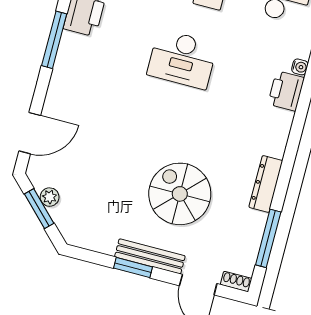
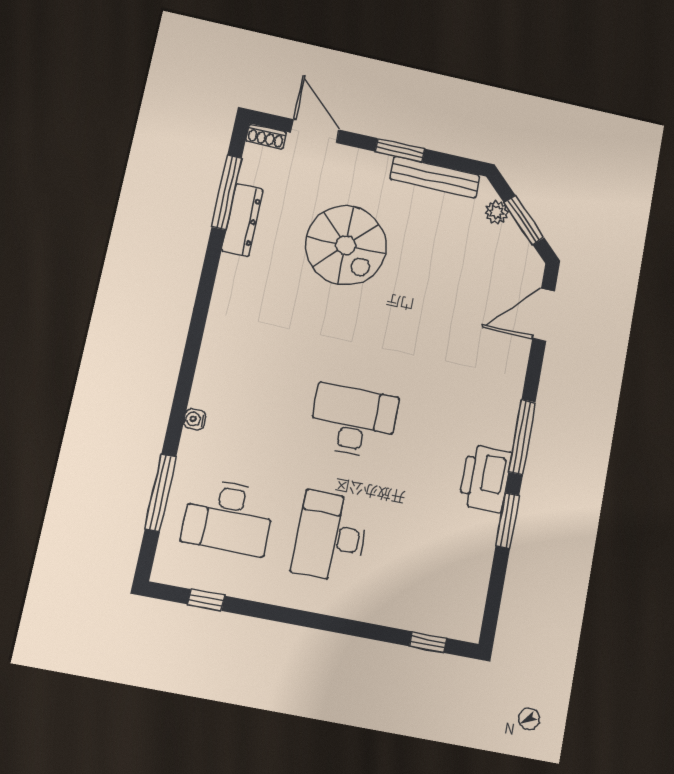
printer: (286, 91) -> (212, 386), removed
dresser: (266, 184) -> (242, 220), moved
plant: (50, 197) -> (497, 212), moved
bench: (150, 256) -> (435, 177), moved

